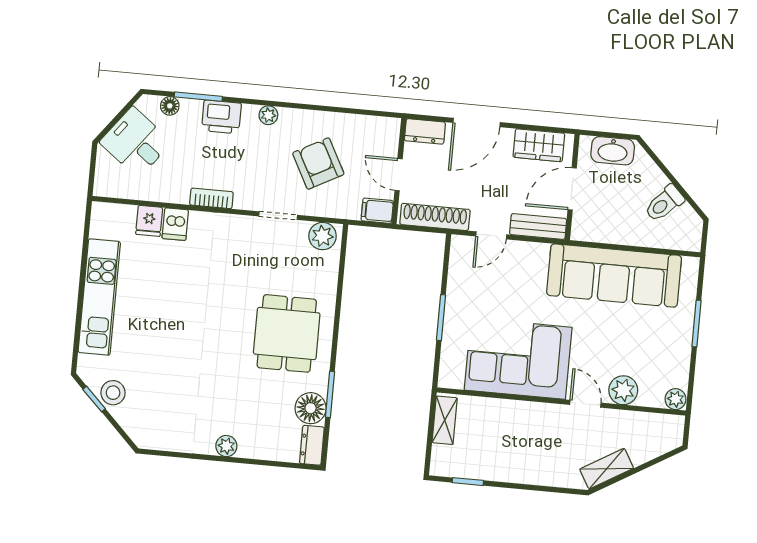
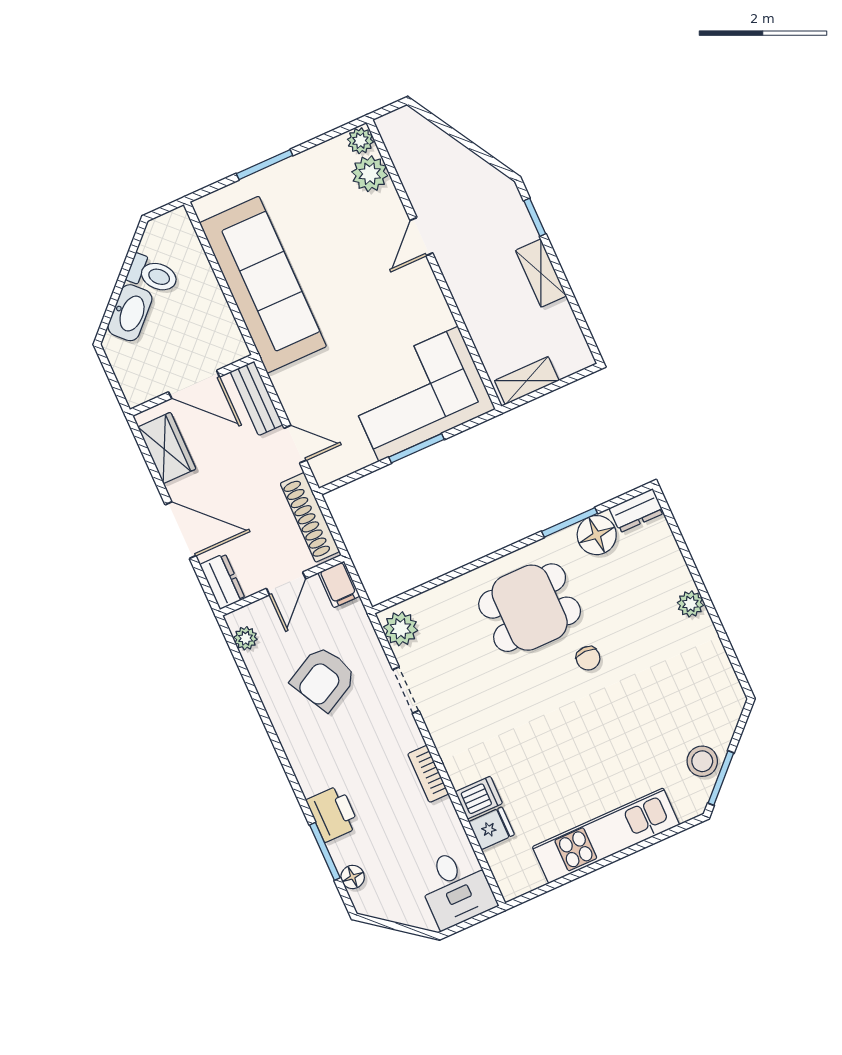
plant: (268, 115) -> (246, 638), moved
desk: (136, 142) -> (456, 888), moved, turned -37
washbasin: (613, 151) -> (130, 313), moved, turned 45
chair: (229, 354) -> (588, 658), added
corner sofa: (518, 359) -> (419, 394), moved, turned 90
plant: (623, 390) -> (370, 174), moved
window: (94, 399) -> (721, 778), width x1.50
shelving: (607, 469) -> (541, 273), moved, turned 30
window: (468, 482) -> (535, 217), moved

